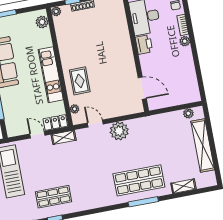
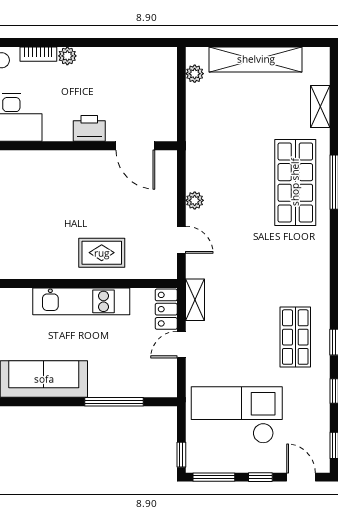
printer: (144, 44) -> (89, 128), moved
door: (142, 88) -> (135, 146), swing flipped
plant: (75, 109) -> (149, 271), removed
door: (95, 123) -> (181, 240), swing flipped
plant: (119, 131) -> (195, 200), width x0.53, depth x0.53

